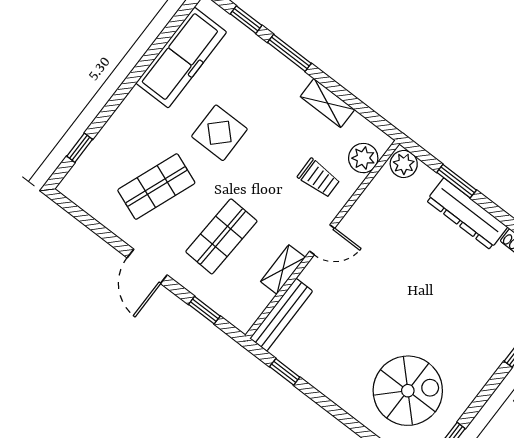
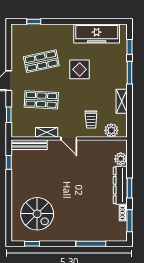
plant: (404, 164) -> (121, 159), moved
window: (457, 181) -> (129, 188), moved
shop shelf: (156, 186) -> (41, 61), turned -33

